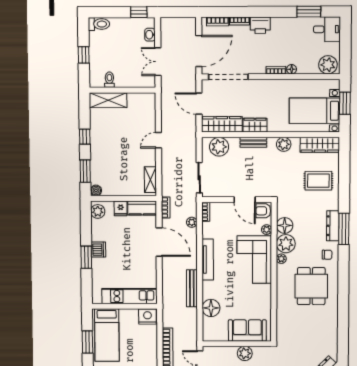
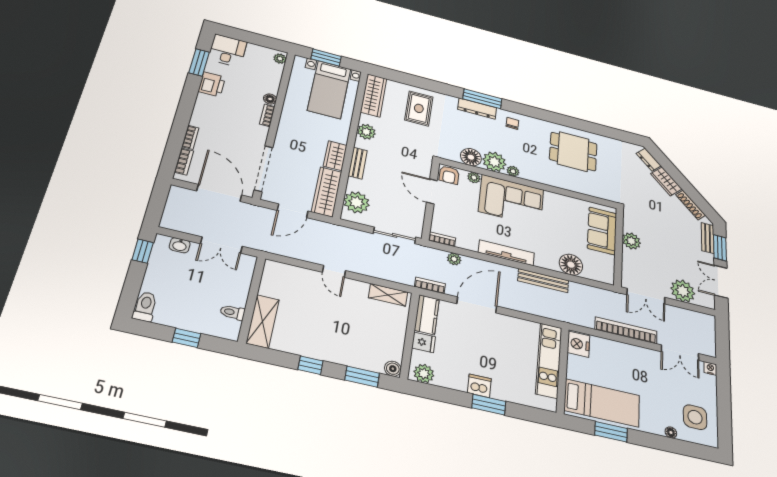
printer: (260, 25) -> (212, 84), moved
plant: (328, 65) -> (280, 59), width x0.53, depth x0.53
door: (245, 200) -> (432, 191), swing flipped
dining table: (311, 286) -> (573, 151), moved

